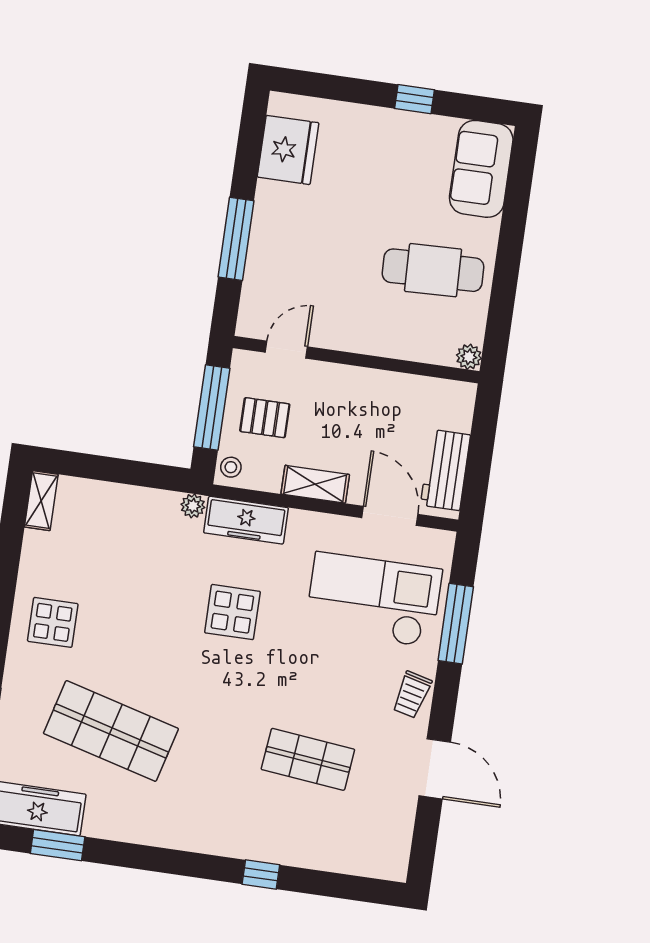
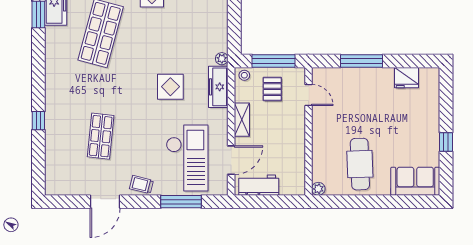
fridge: (288, 150) -> (406, 78), width x0.73, depth x0.75

